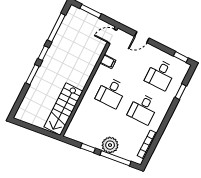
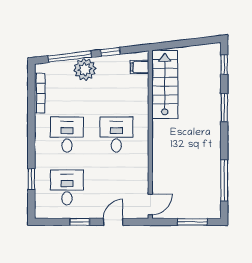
window: (43, 53) -> (224, 65), moved
window: (181, 57) -> (80, 222), moved
filing cabinet: (108, 62) -> (140, 67), moved

